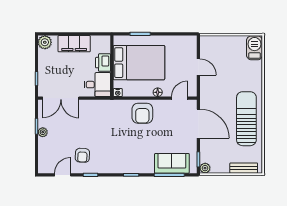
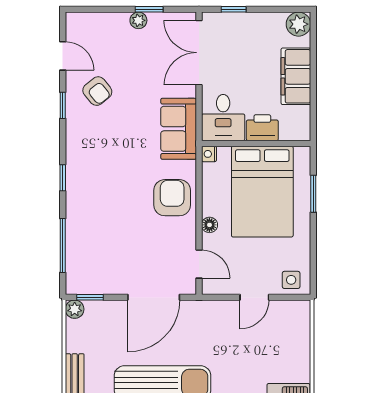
side table: (189, 46) -> (291, 280), added
armchair: (142, 113) -> (172, 198), turned 90
armchair: (82, 155) -> (97, 91), turned -132
sofa: (172, 163) -> (179, 129), moved, turned 180

